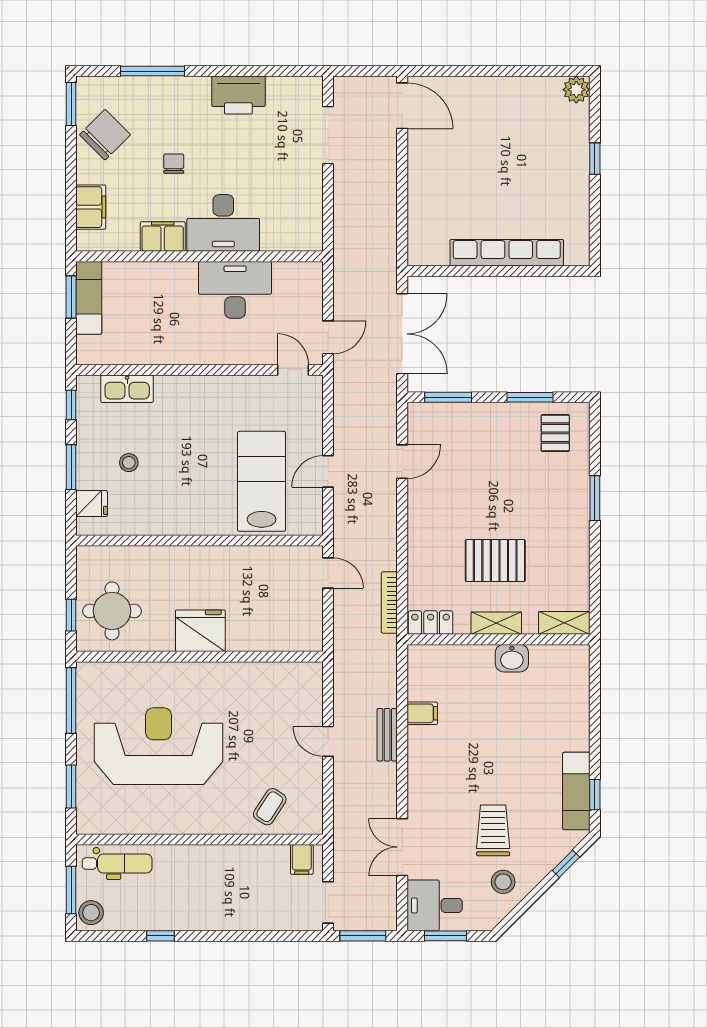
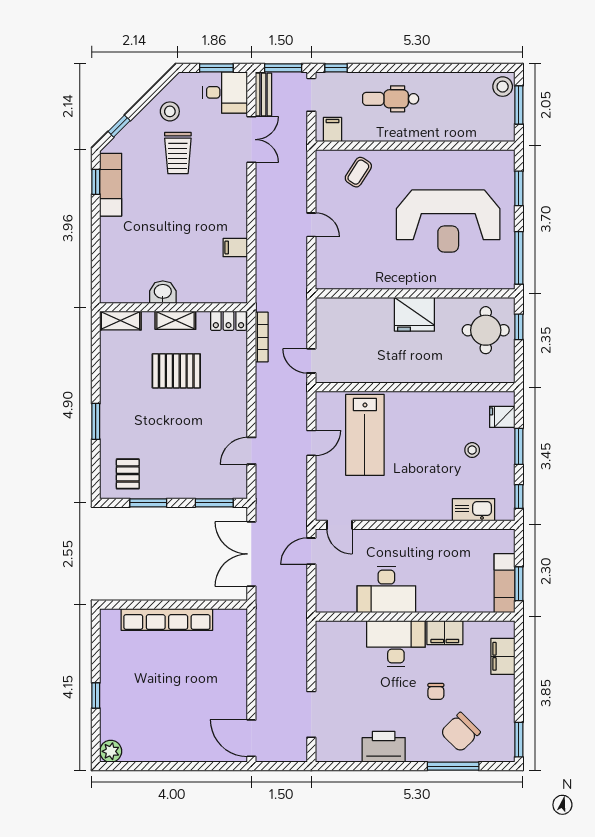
chair: (105, 135) -> (460, 732), moved
bench: (387, 735) -> (264, 95), moved
dental chair: (117, 864) -> (391, 99), moved
window: (160, 936) -> (336, 68), moved

